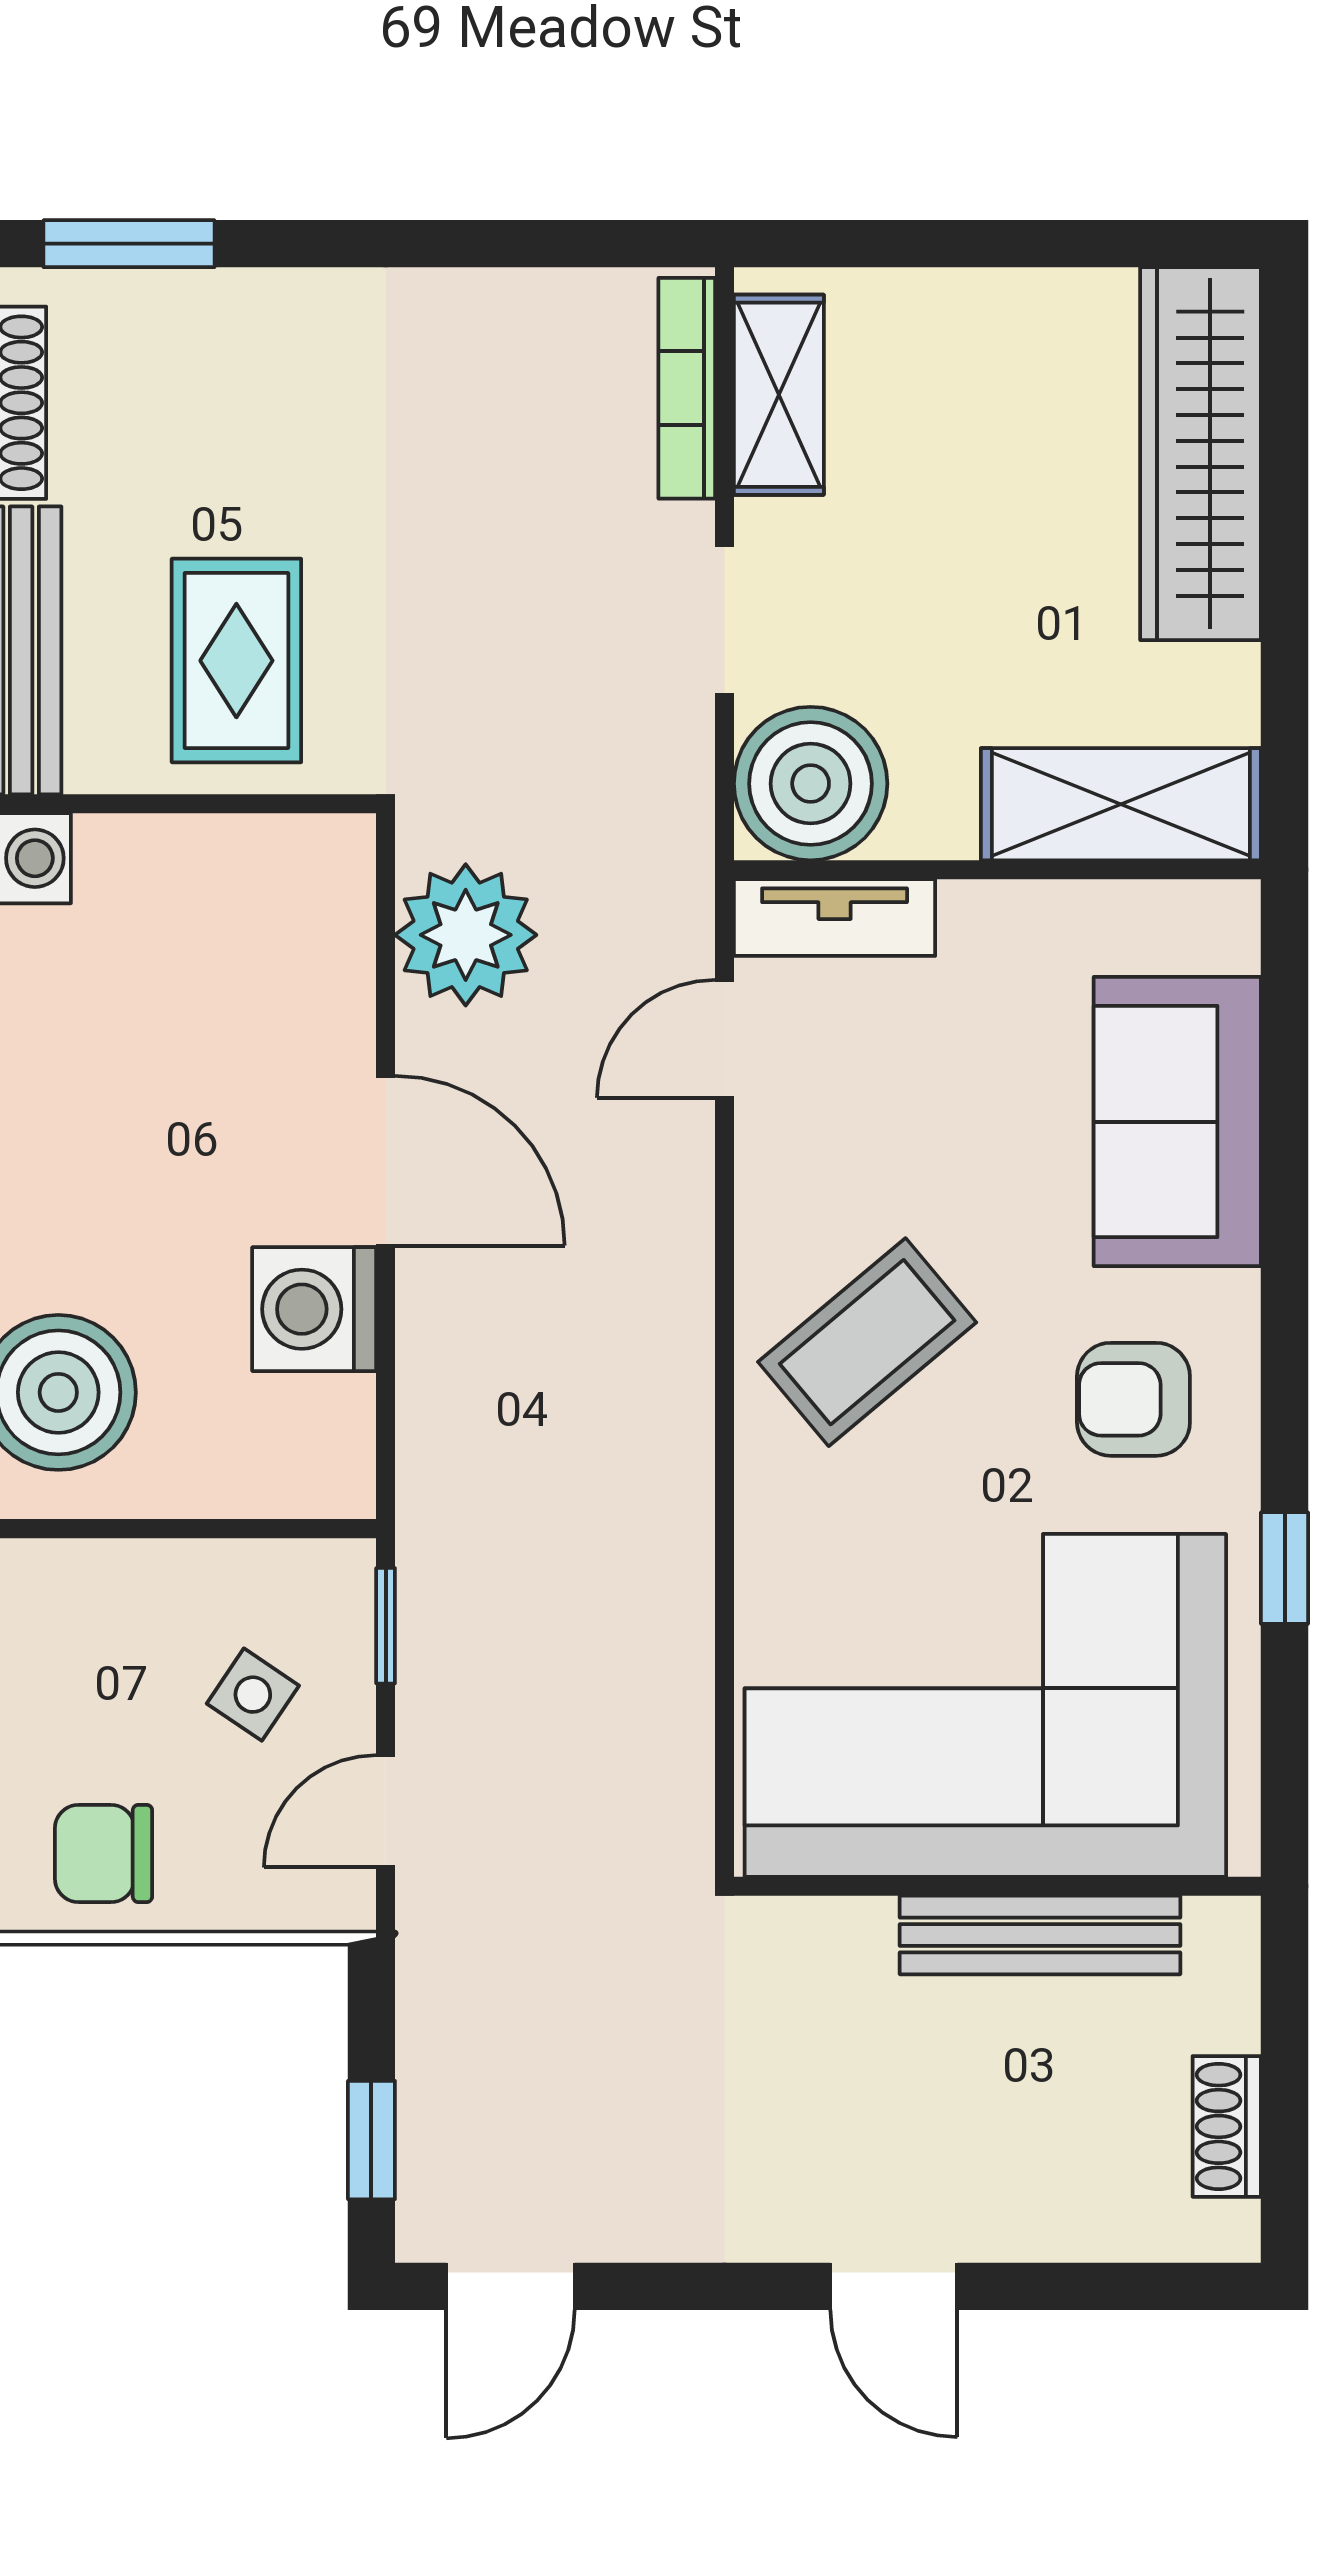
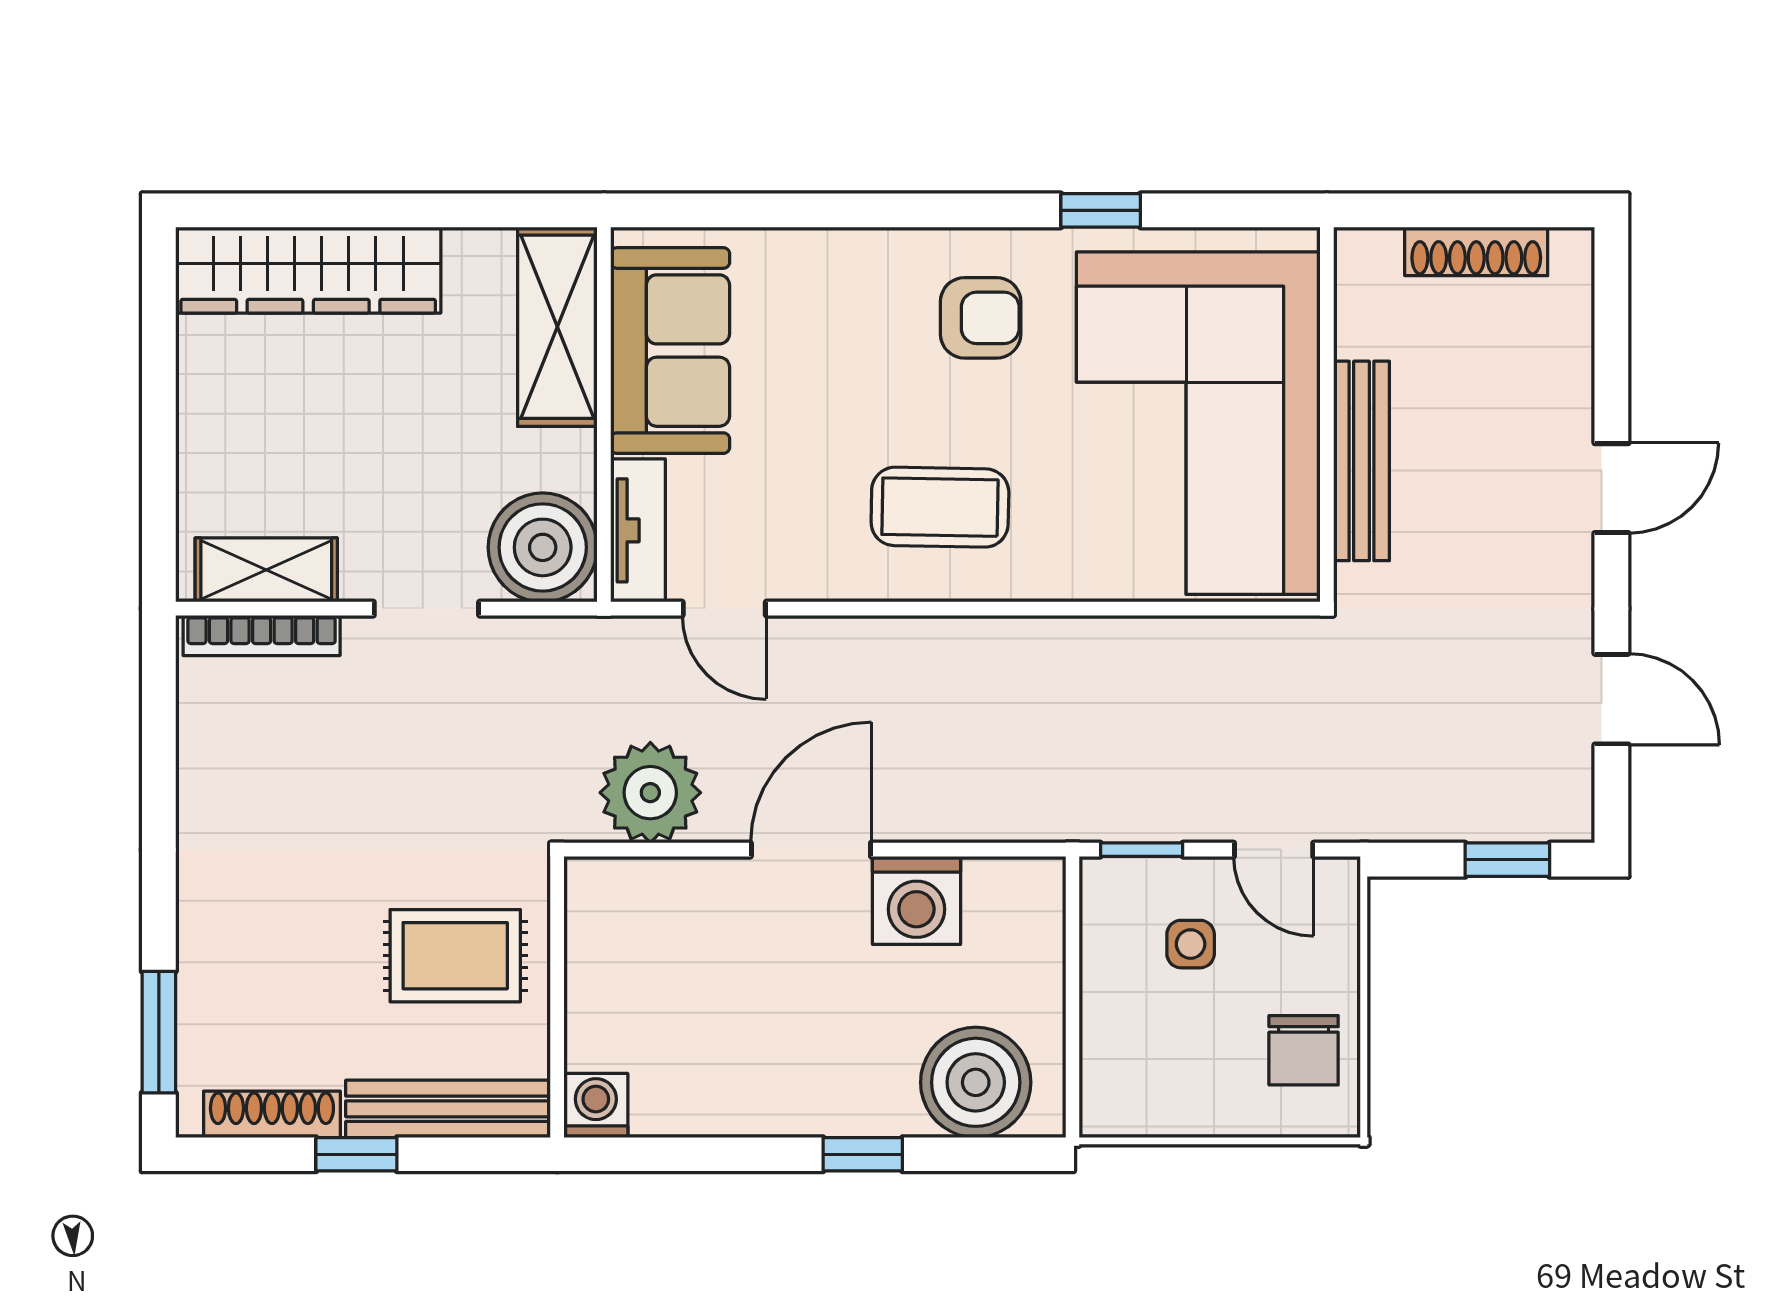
sofa: (1177, 1122) -> (670, 351), moved, turned -90
coffee table: (867, 1342) -> (940, 507), turned -49
armchair: (1133, 1399) -> (981, 318), turned -90
side table: (253, 1695) -> (1191, 944), turned -34
bench: (1040, 1935) -> (1362, 461), moved
shoe rack: (1227, 2126) -> (1476, 251), width x1.43
door: (511, 2286) -> (1611, 699), moved

